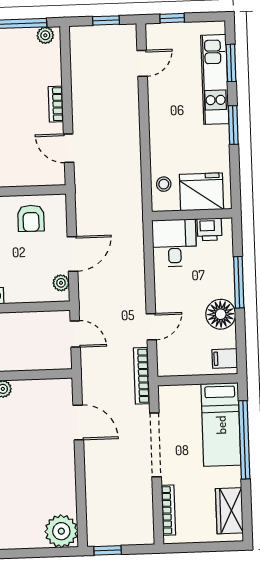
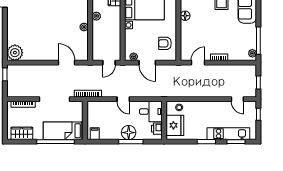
floor lamp: (221, 314) -> (129, 133), moved
door: (151, 327) -> (123, 99), moved
door: (78, 422) -> (67, 63), swing flipped

